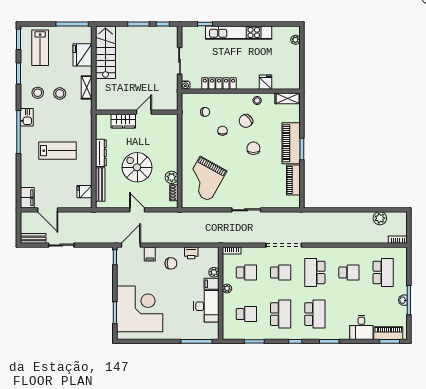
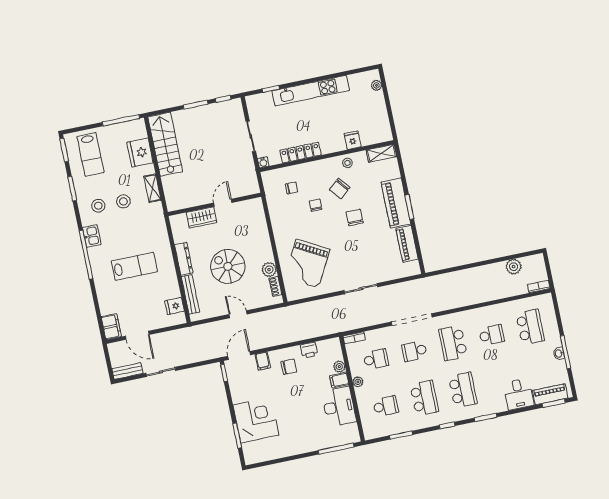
school desk: (281, 272) -> (414, 351), turned 180
corner desk: (140, 309) -> (256, 420), width x0.74, depth x0.74

